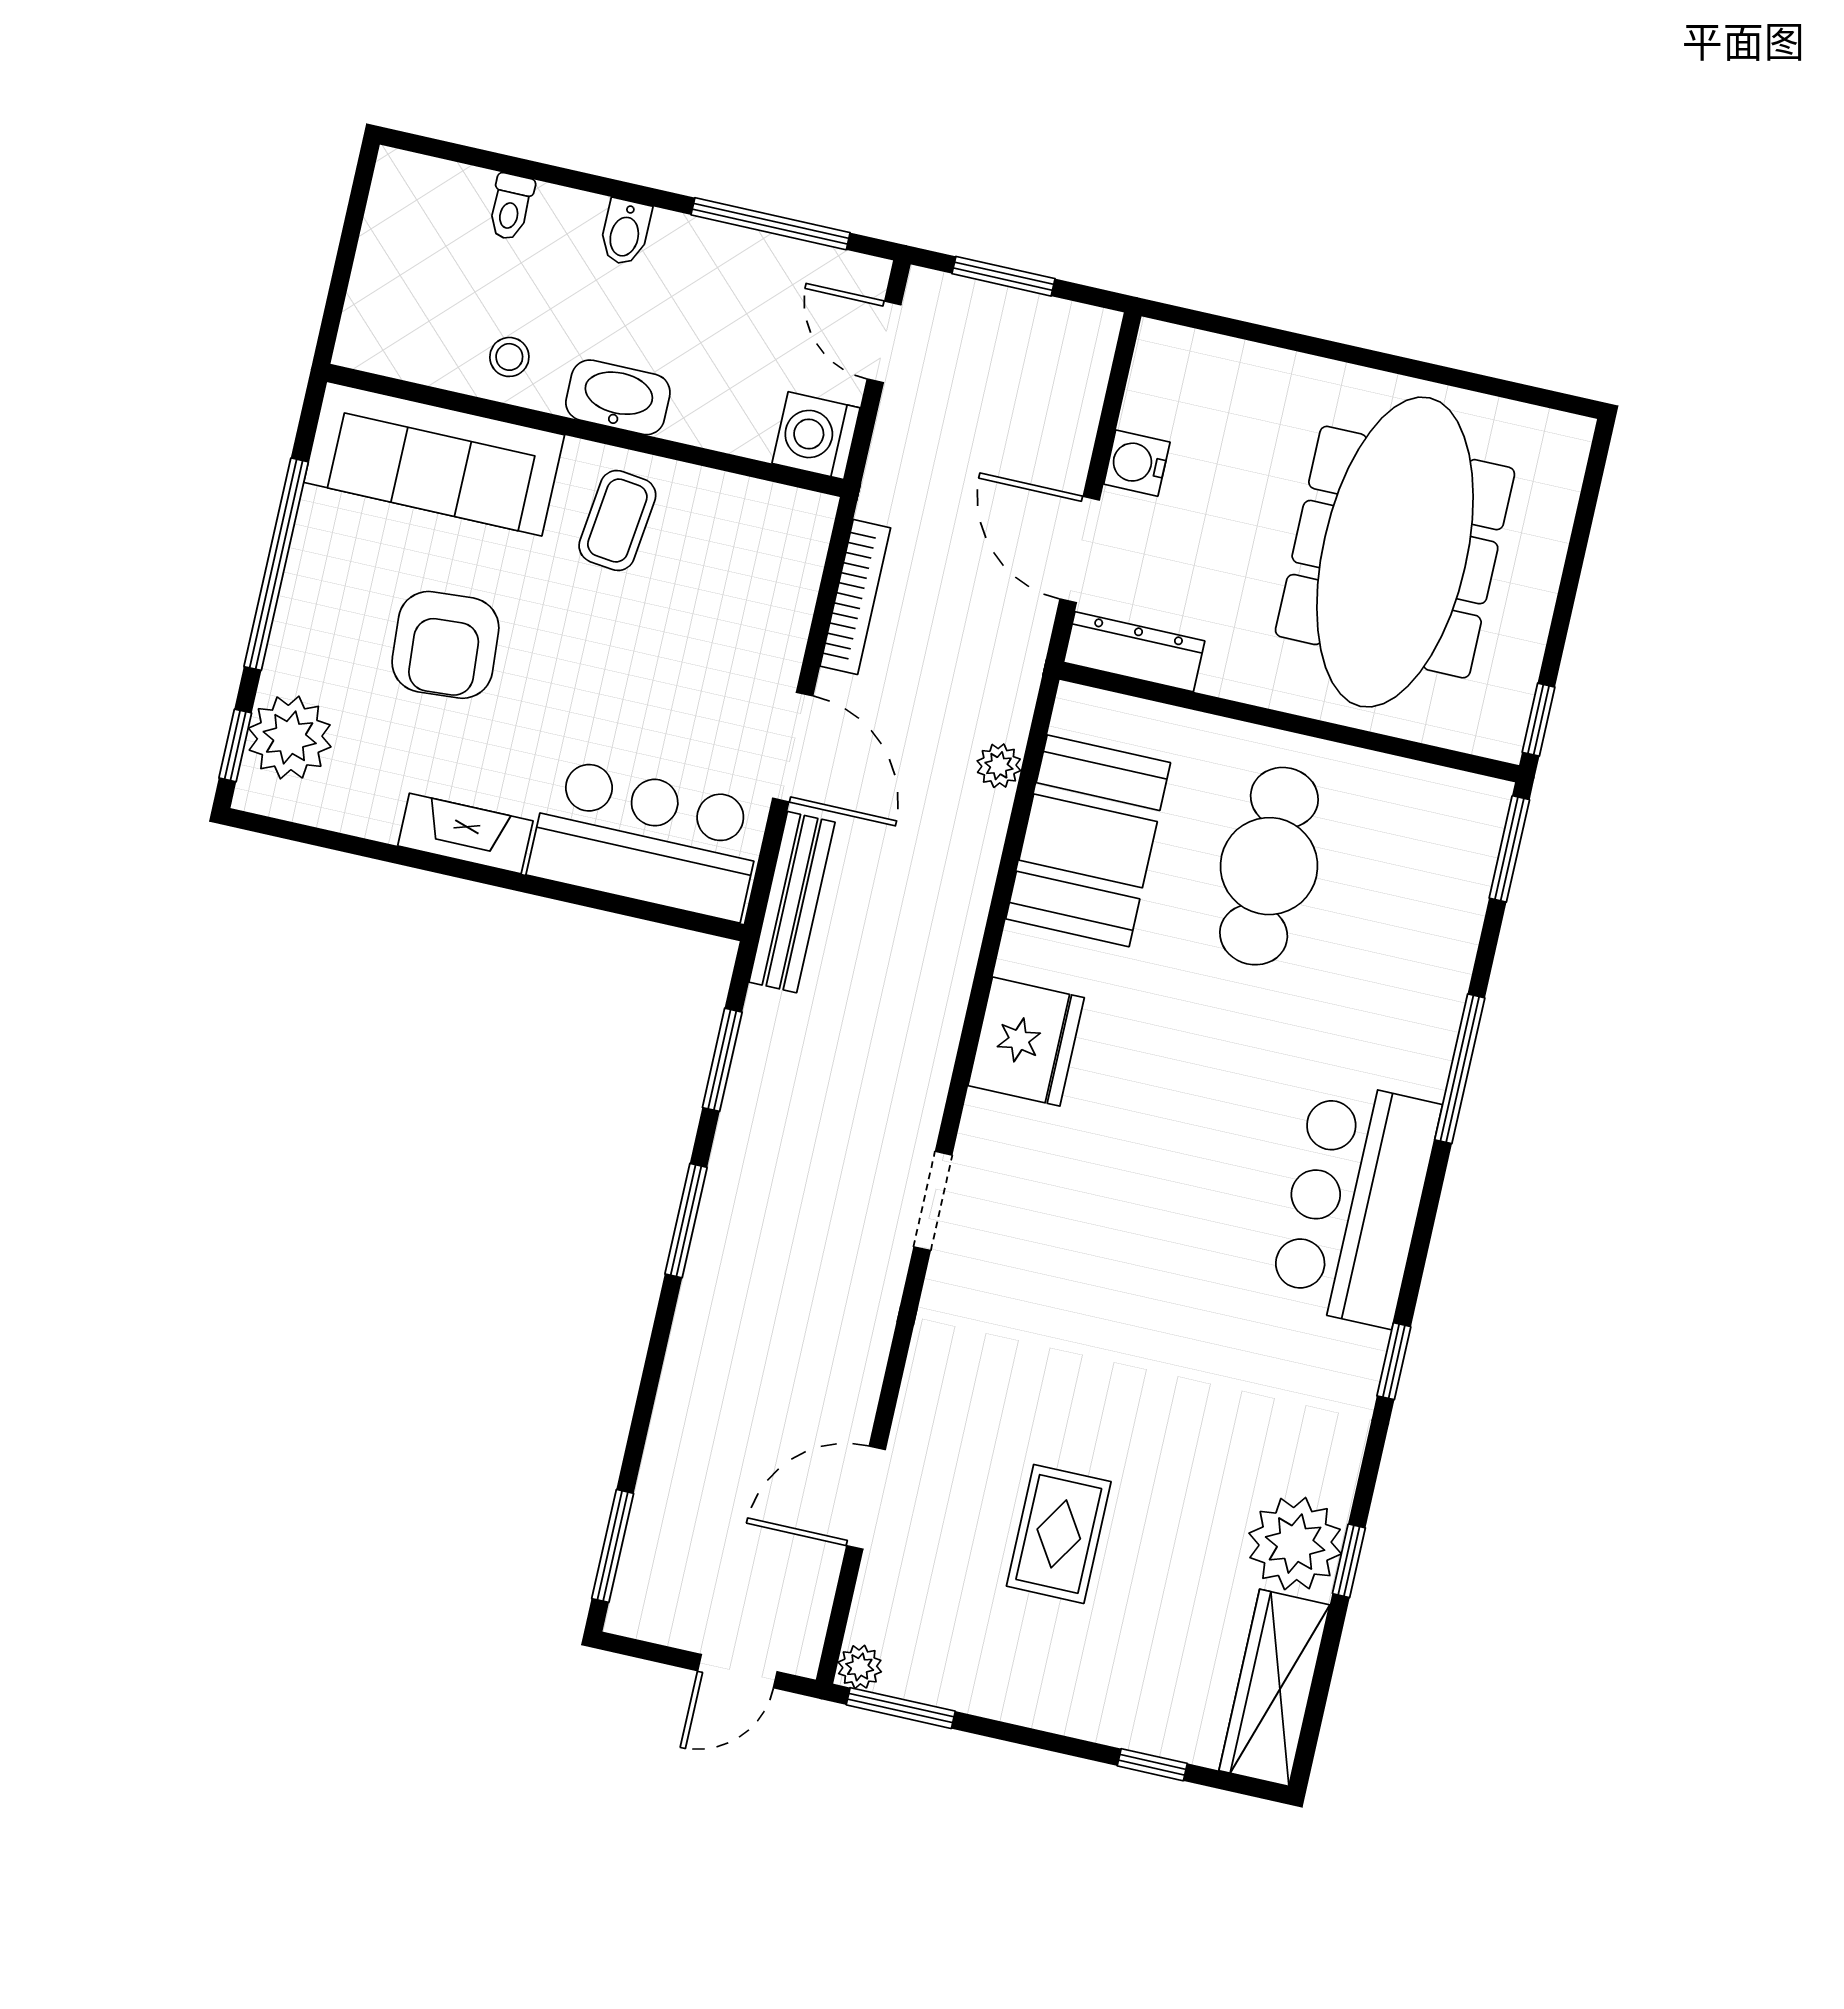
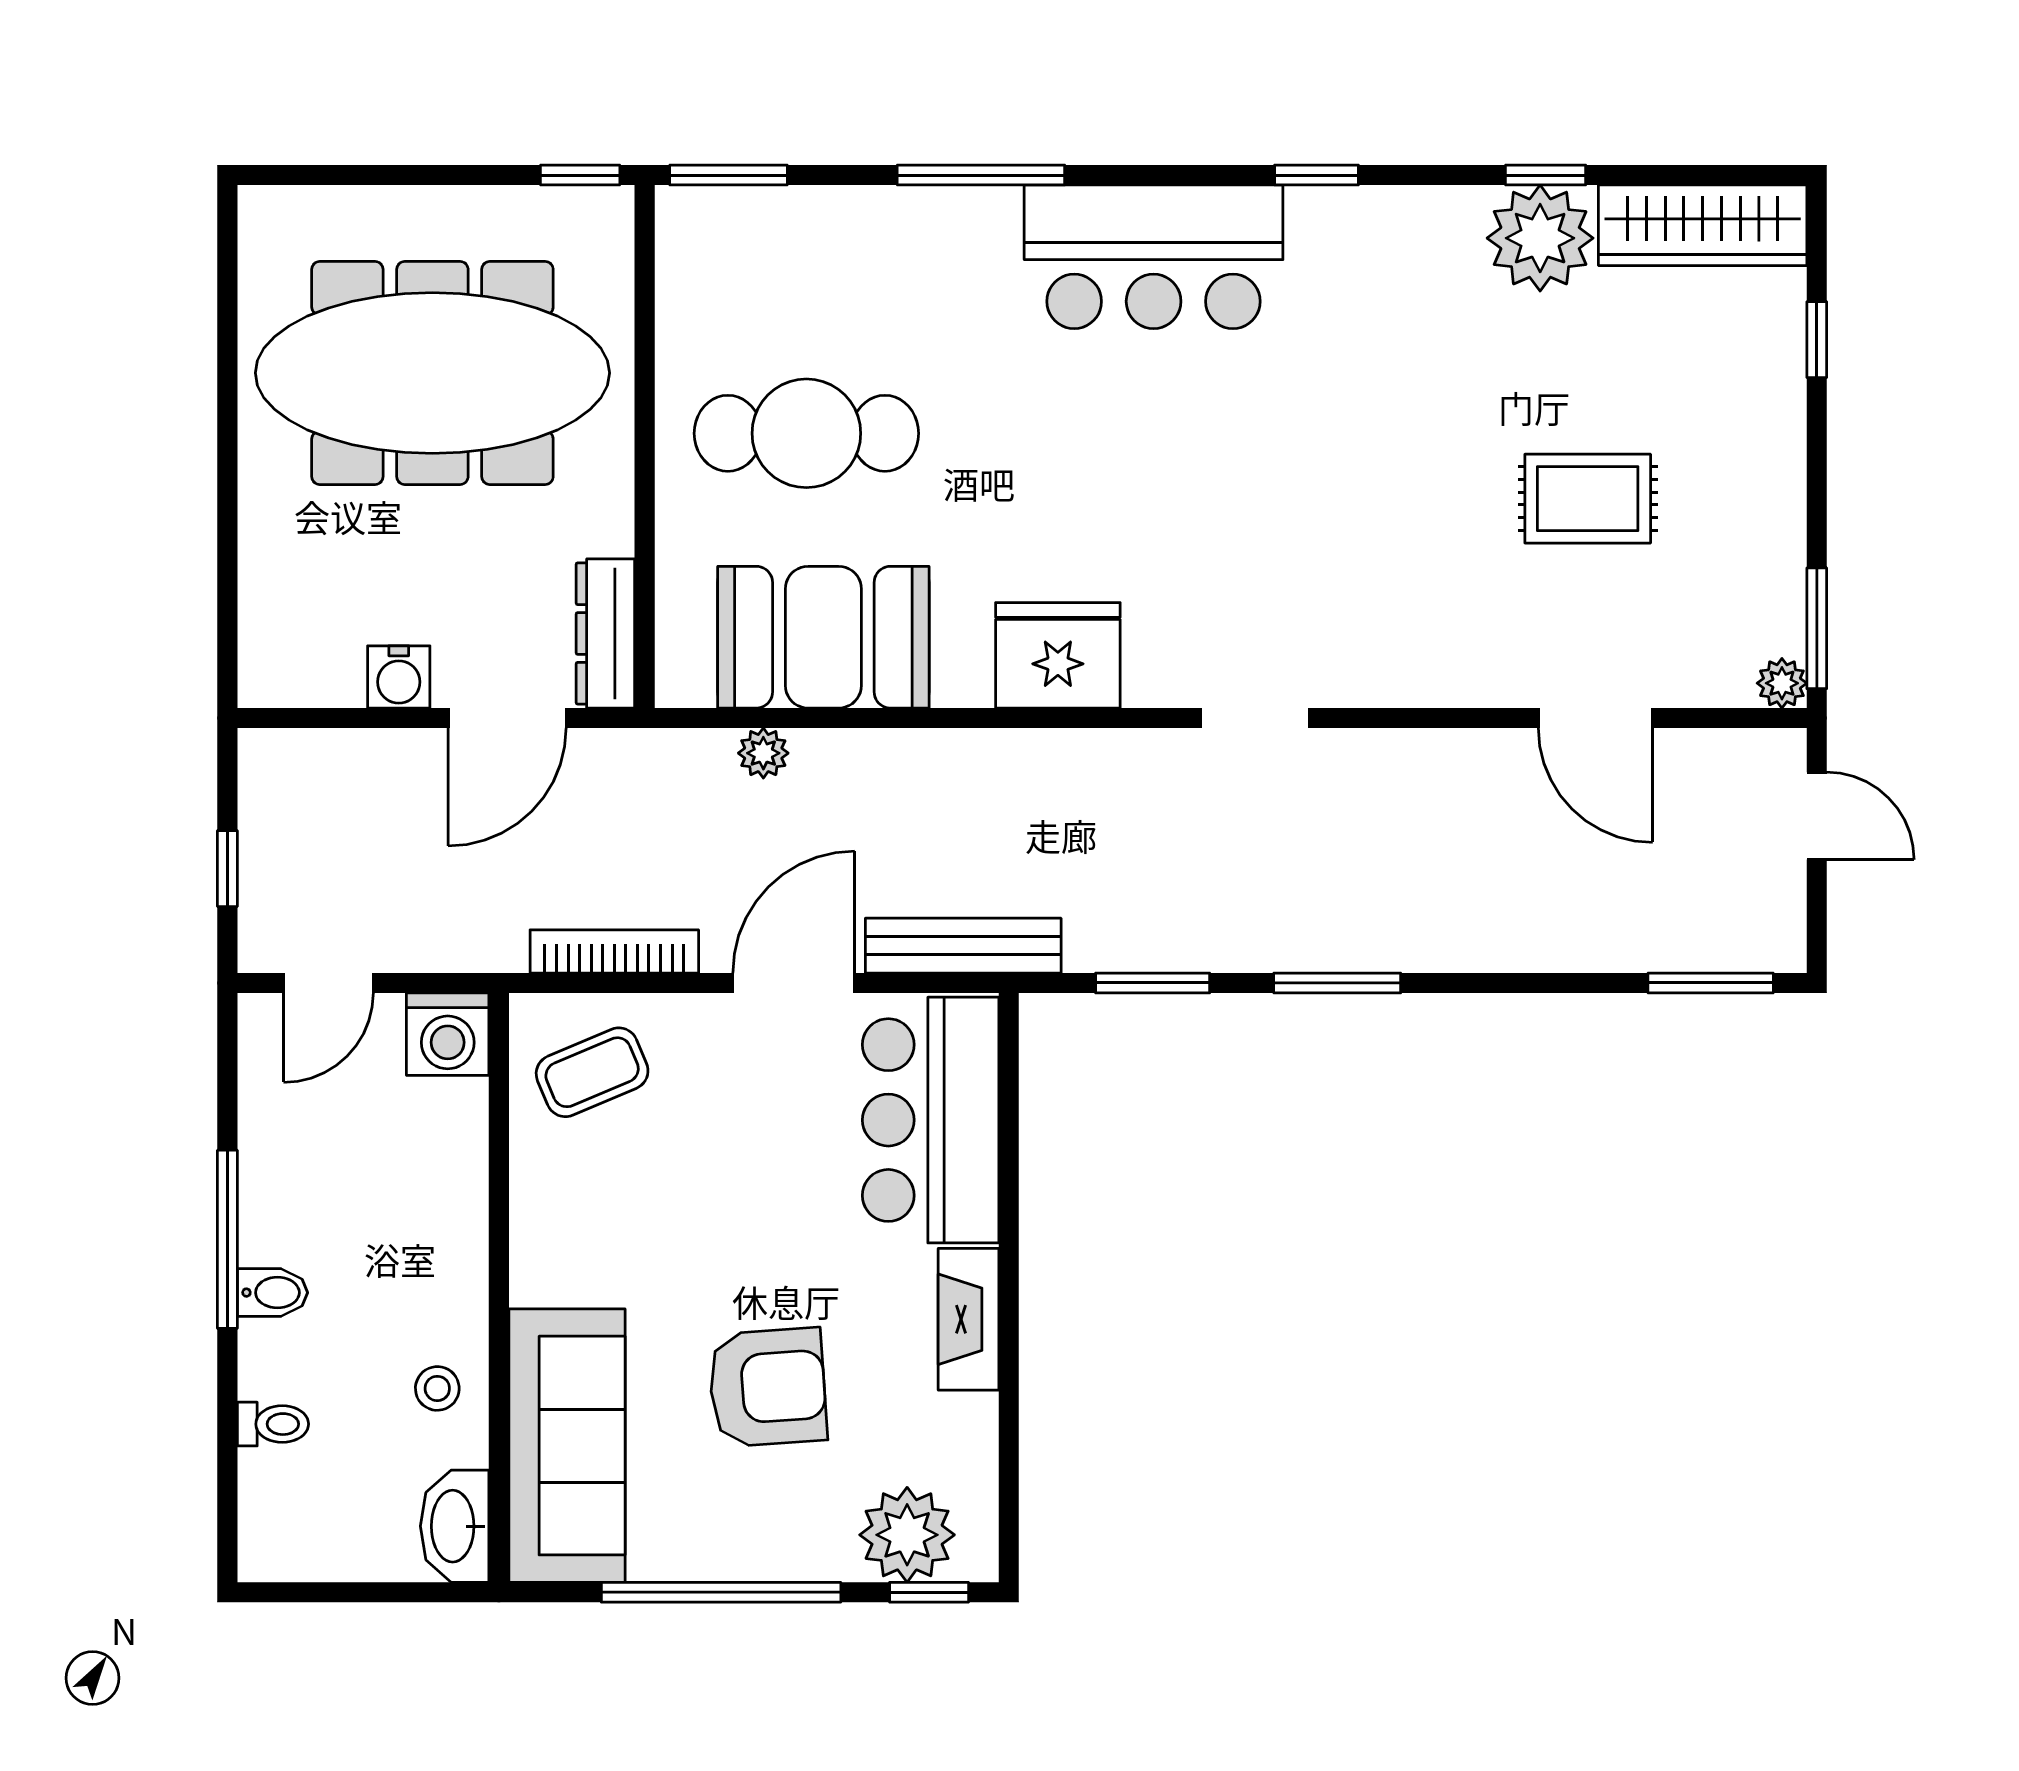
window: (771, 224) -> (227, 1239), moved
window: (1004, 276) -> (227, 869), width x0.67
washbasin: (618, 397) -> (455, 1526), moved
coffee table: (617, 521) -> (592, 1072), moved, turned -30

